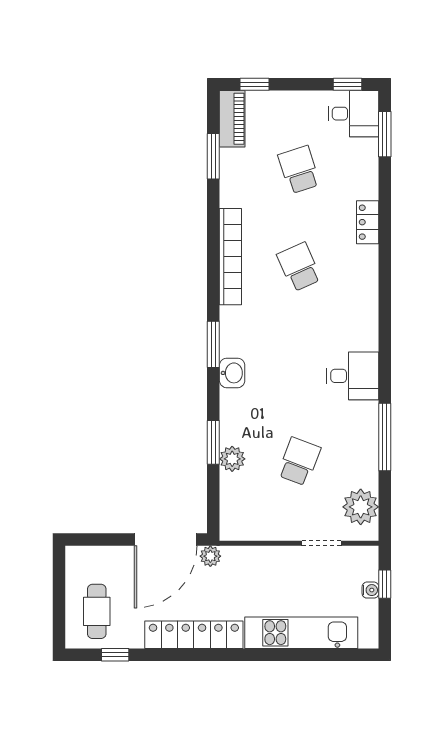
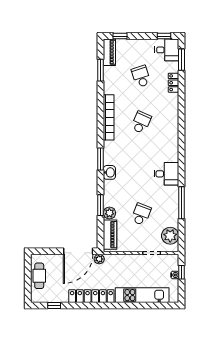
locker: (368, 222) -> (173, 83), moved
school desk: (299, 267) -> (141, 122), turned 48
piano: (233, 505) -> (110, 235), added
cafe table: (97, 611) -> (39, 276), moved

